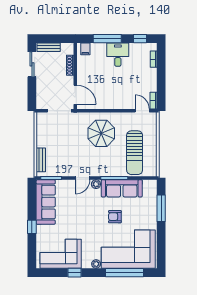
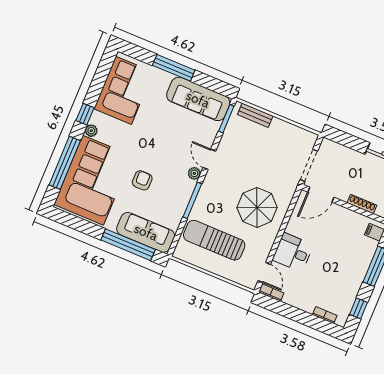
desk: (118, 55) -> (293, 252), moved, turned 180
door: (142, 111) -> (264, 272), hinge flipped
sofa: (122, 188) -> (146, 232), moved, turned 90
window: (161, 208) -> (128, 245), width x1.46
window: (32, 227) -> (174, 68), width x2.17
window: (74, 273) -> (85, 114), moved

